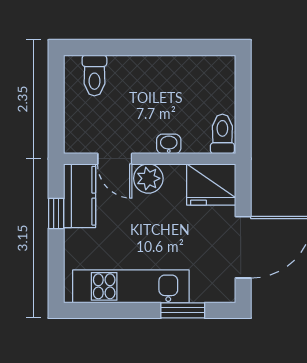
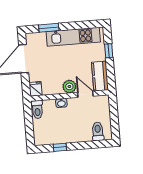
window: (180, 48) -> (60, 147), added
fridge: (211, 184) -> (36, 89), width x0.53, depth x0.75
window: (56, 213) -> (109, 51), moved

